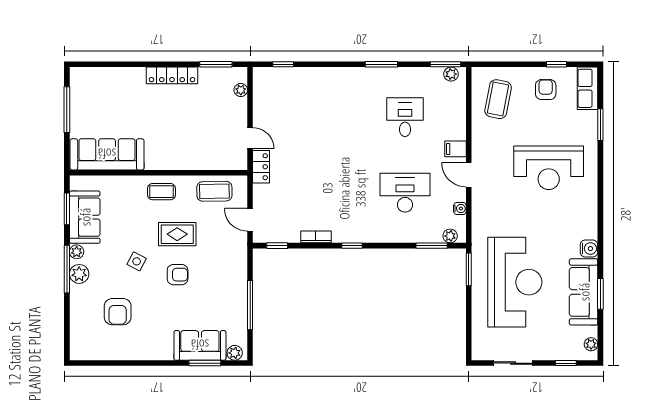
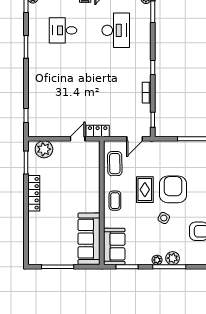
plant: (241, 90) -> (44, 149), width x1.87, depth x1.87
desk: (405, 193) -> (116, 30), turned 180
sofa: (85, 217) -> (114, 247), moved, turned 90
armchair: (178, 275) -> (173, 189), width x1.88, depth x1.88

